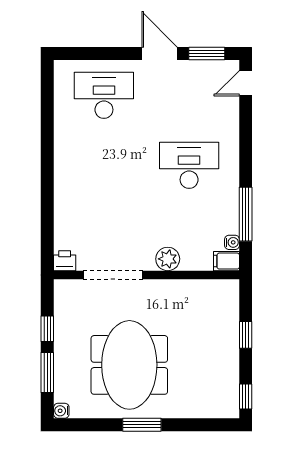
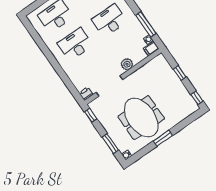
desk: (104, 165) -> (75, 44), added
window: (47, 329) -> (91, 115), moved

